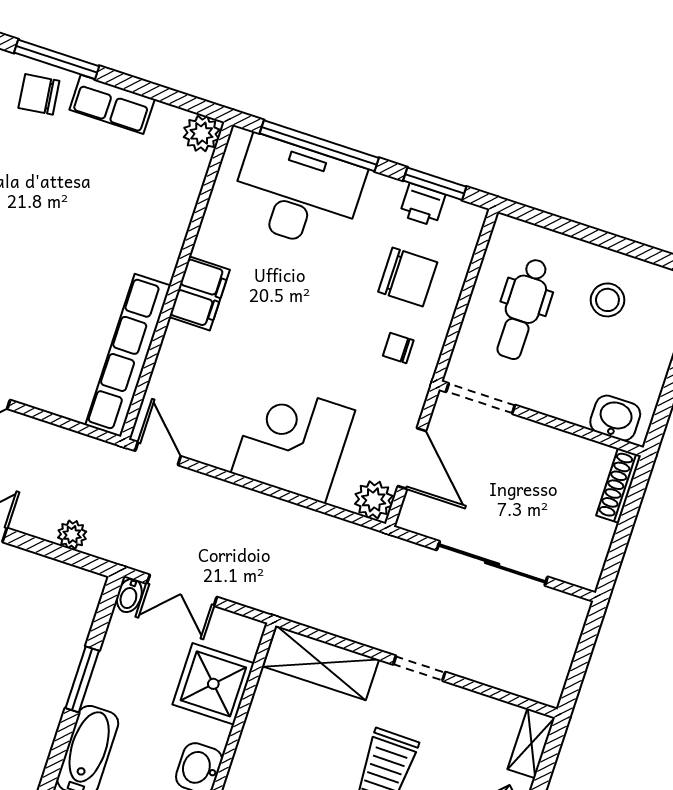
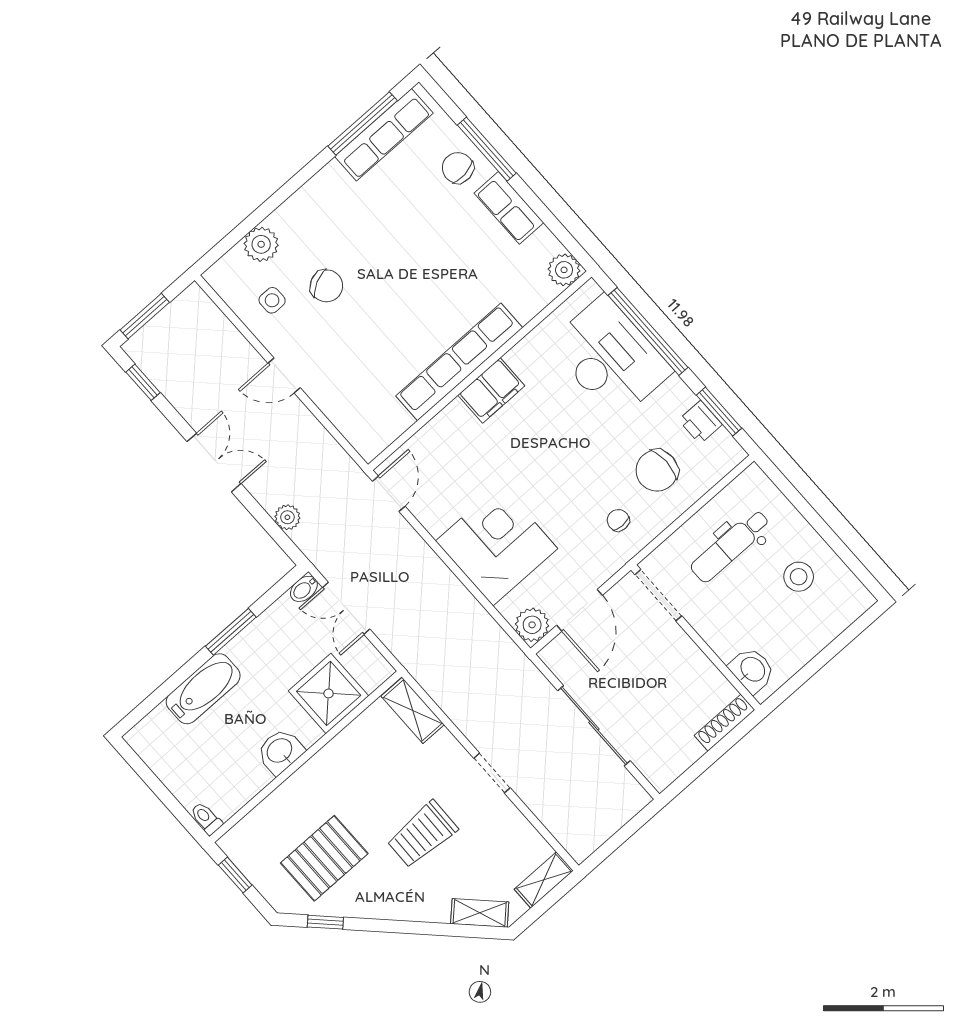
chair: (408, 277) -> (657, 470), turned 90
row of seats: (128, 355) -> (459, 362), moved
shelving: (321, 663) -> (413, 710), width x0.67, depth x0.75

